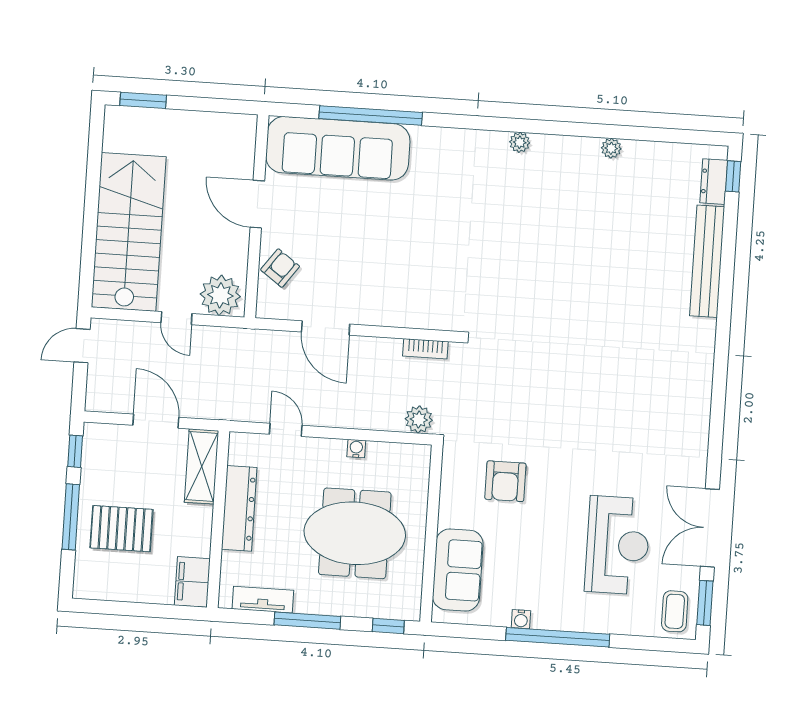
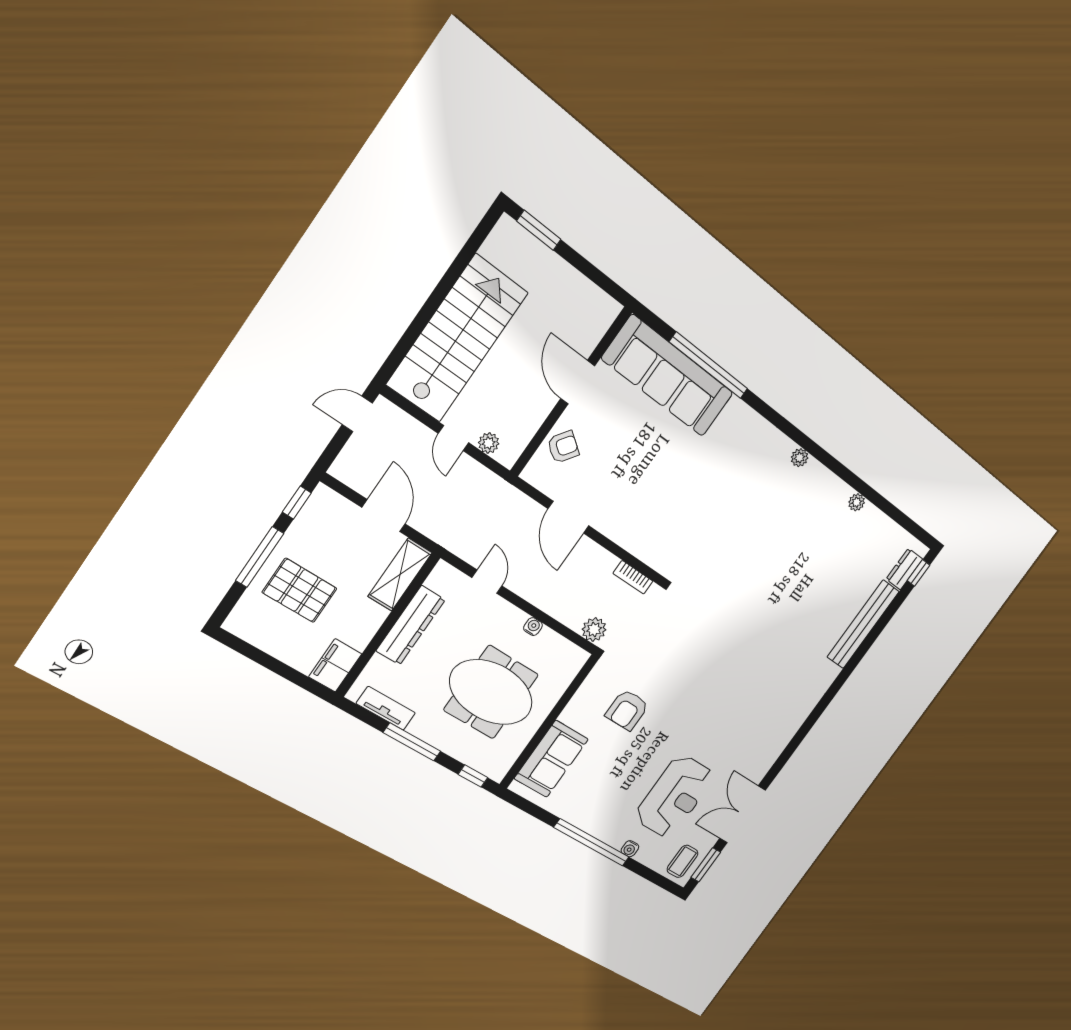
plant: (220, 295) -> (489, 443), width x0.53, depth x0.53
water cooler: (521, 619) -> (630, 849), moved

